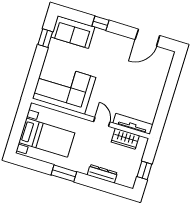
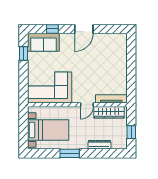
window: (100, 23) -> (52, 29), moved
door: (147, 38) -> (84, 29), moved
door: (102, 122) -> (87, 105), swing flipped
wardrobe: (125, 139) -> (109, 112), width x1.50

